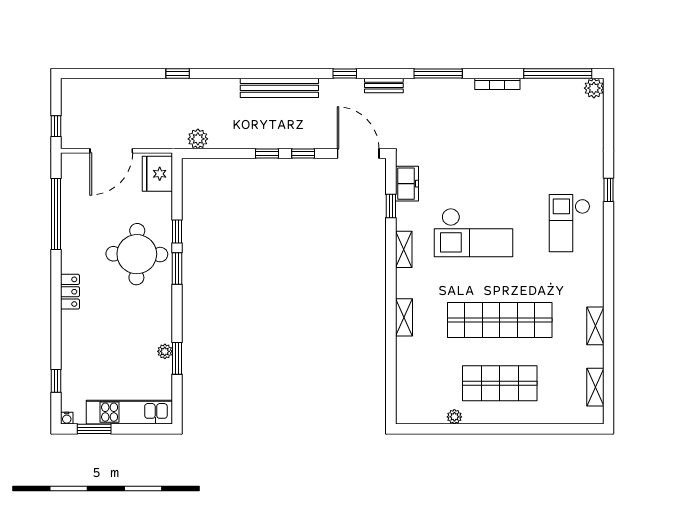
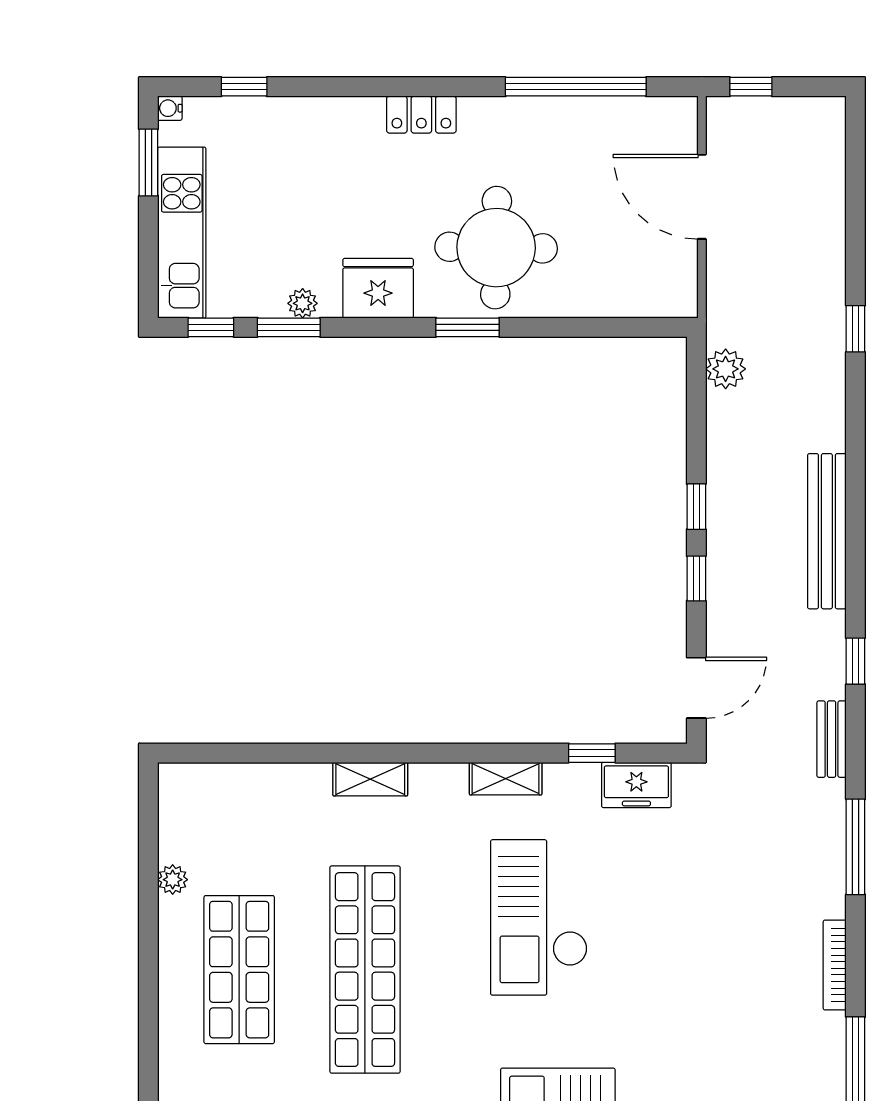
door: (358, 154) -> (696, 688), width x0.73
fridge: (157, 174) -> (378, 288), moved
window: (177, 232) -> (211, 327), moved

